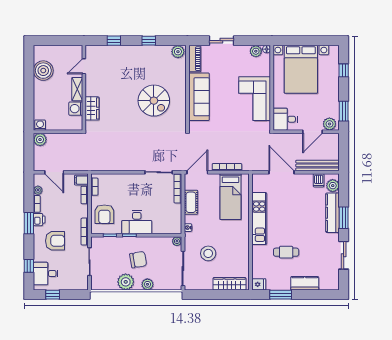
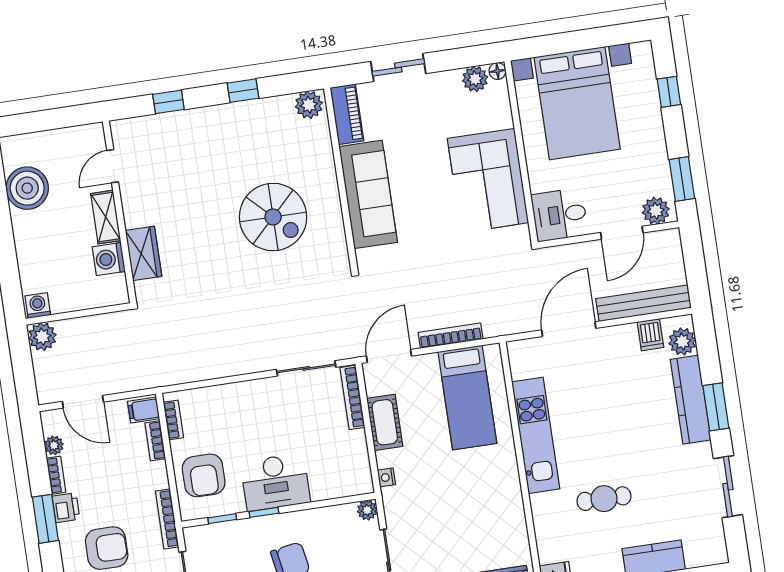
door: (282, 172) -> (569, 329), hinge flipped
stool: (208, 253) -> (438, 526), removed

